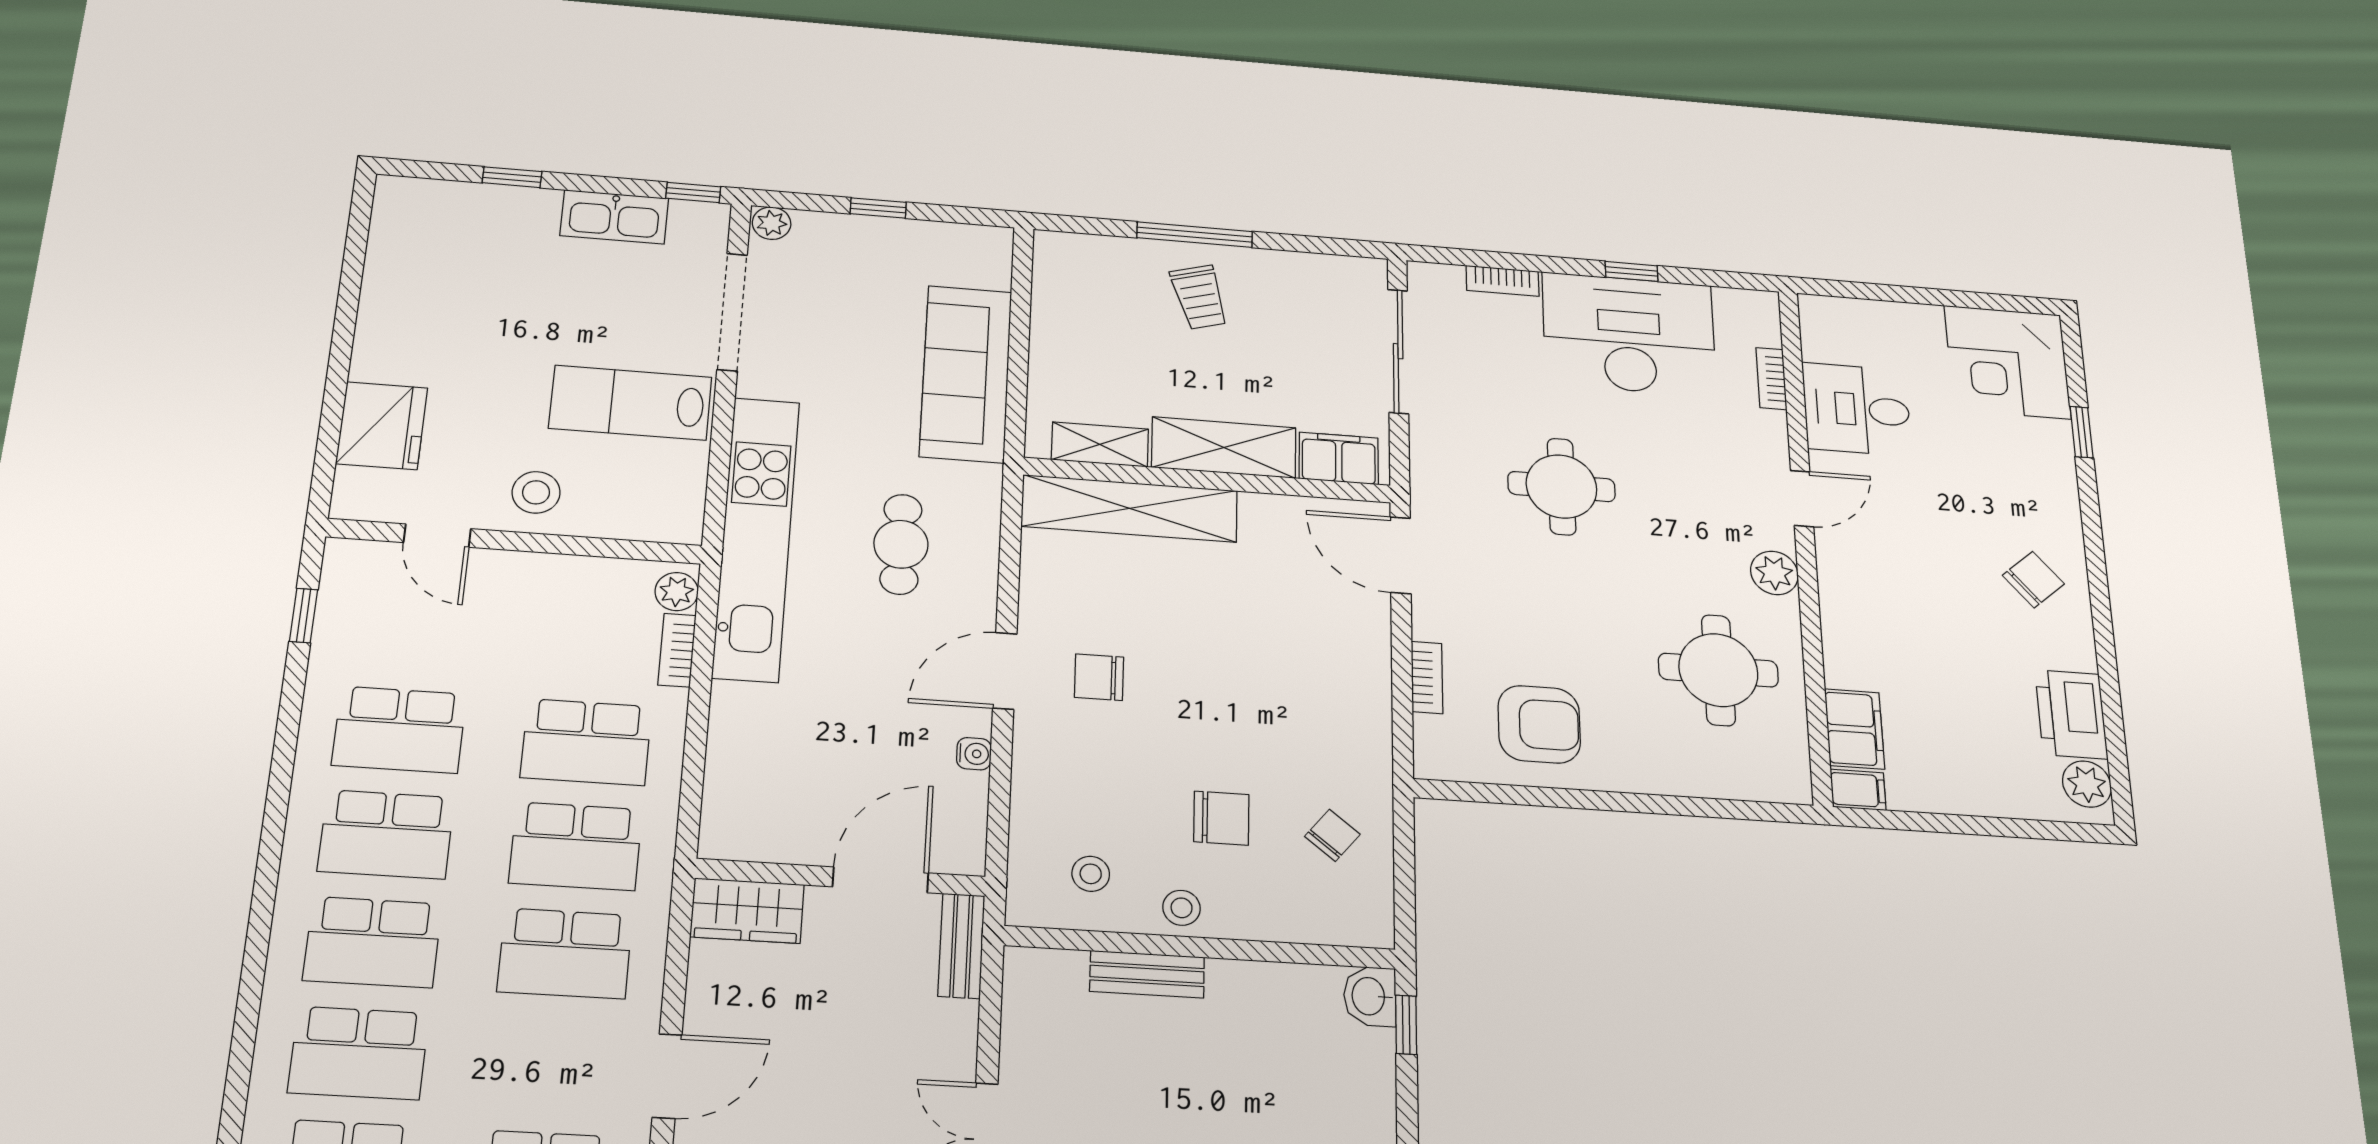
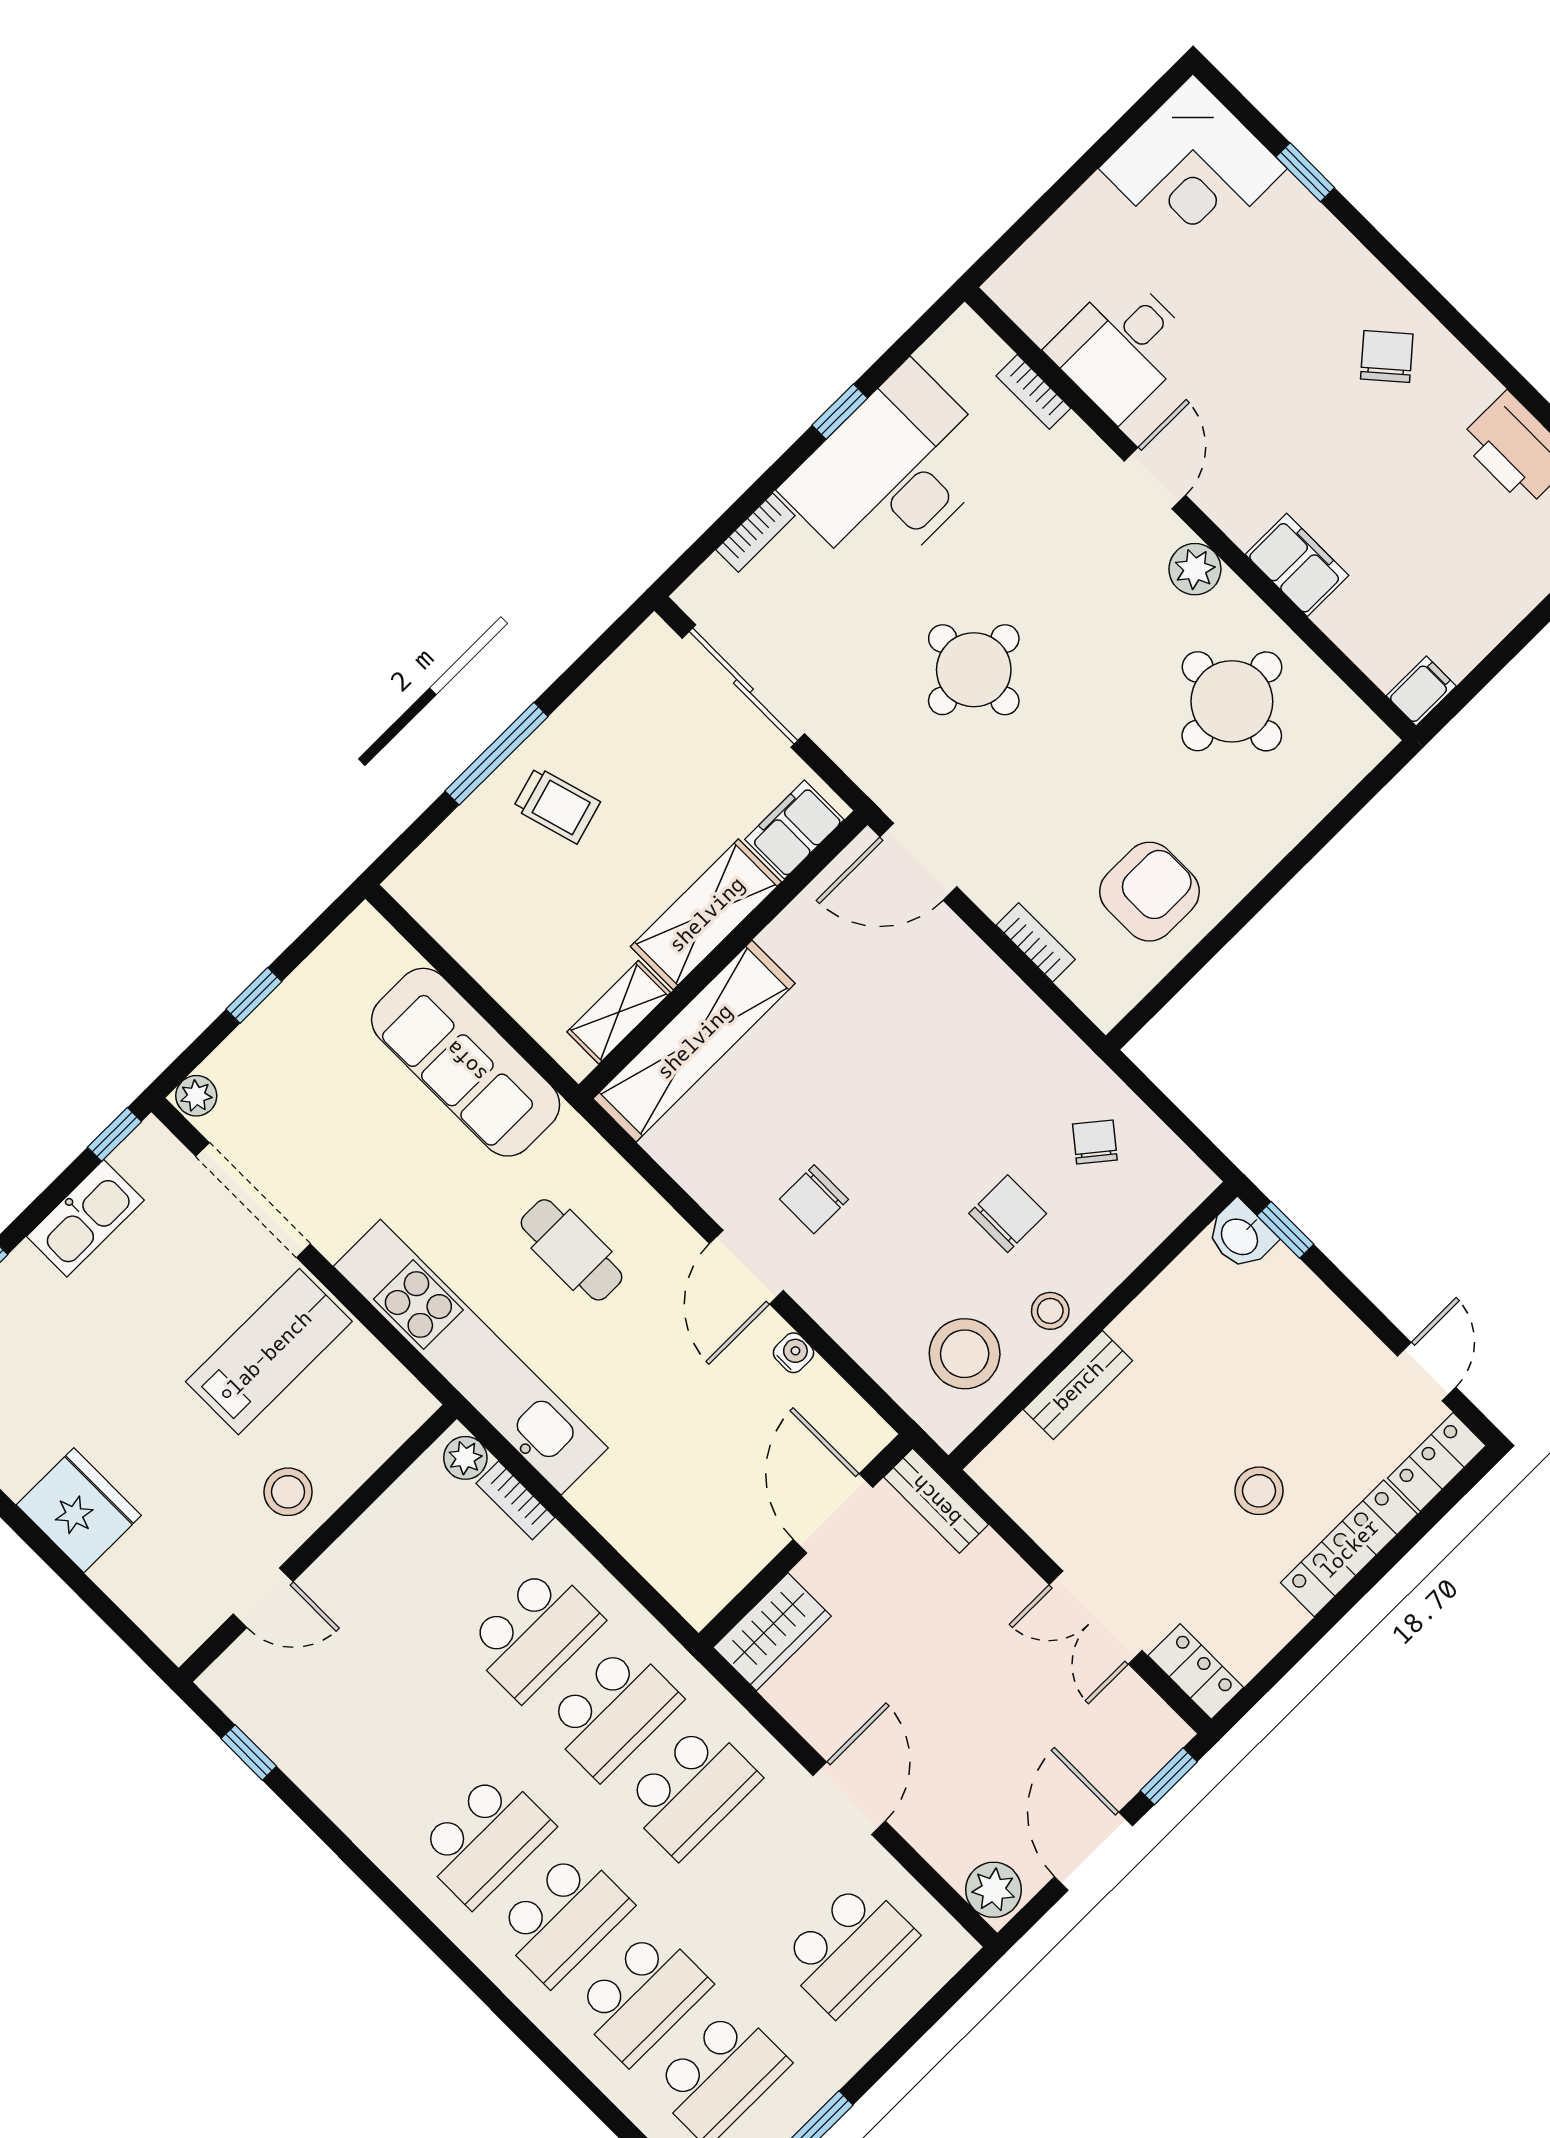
lab bench: (630, 403) -> (269, 1352), turned 180
fridge: (382, 426) -> (79, 1510), moved
filing cabinet: (1855, 729) -> (1297, 565), moved
school desk: (399, 730) -> (406, 1760), removed
stool: (1091, 874) -> (965, 1354), width x1.89, depth x1.89

